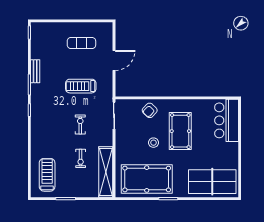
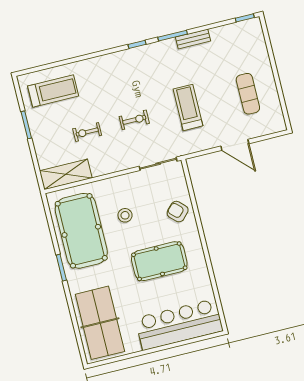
bar counter: (227, 120) -> (179, 324), width x1.36
stool: (153, 143) -> (125, 215), moved
shelving: (106, 172) -> (66, 174), width x0.68

